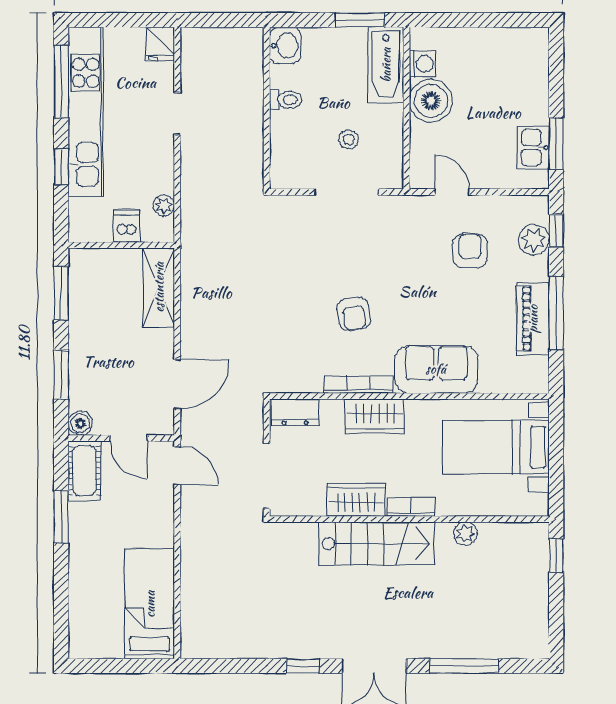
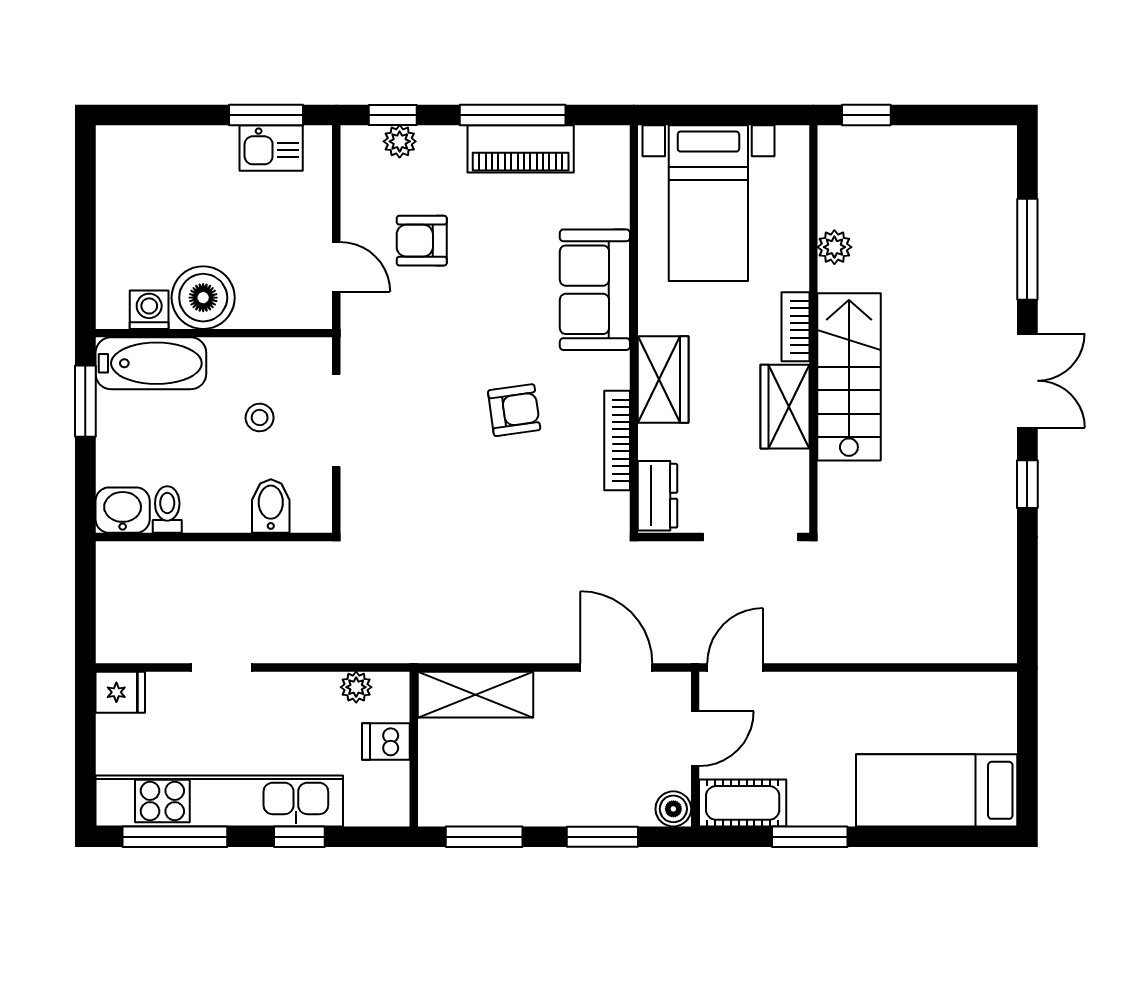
toilet: (286, 100) -> (167, 510), moved
bidet: (288, 147) -> (271, 506), added
door: (452, 192) -> (336, 267), swing flipped
plant: (534, 240) -> (400, 141), width x0.73, depth x0.73
bookcase: (358, 385) -> (617, 440), moved
bed: (150, 604) -> (937, 790), moved

